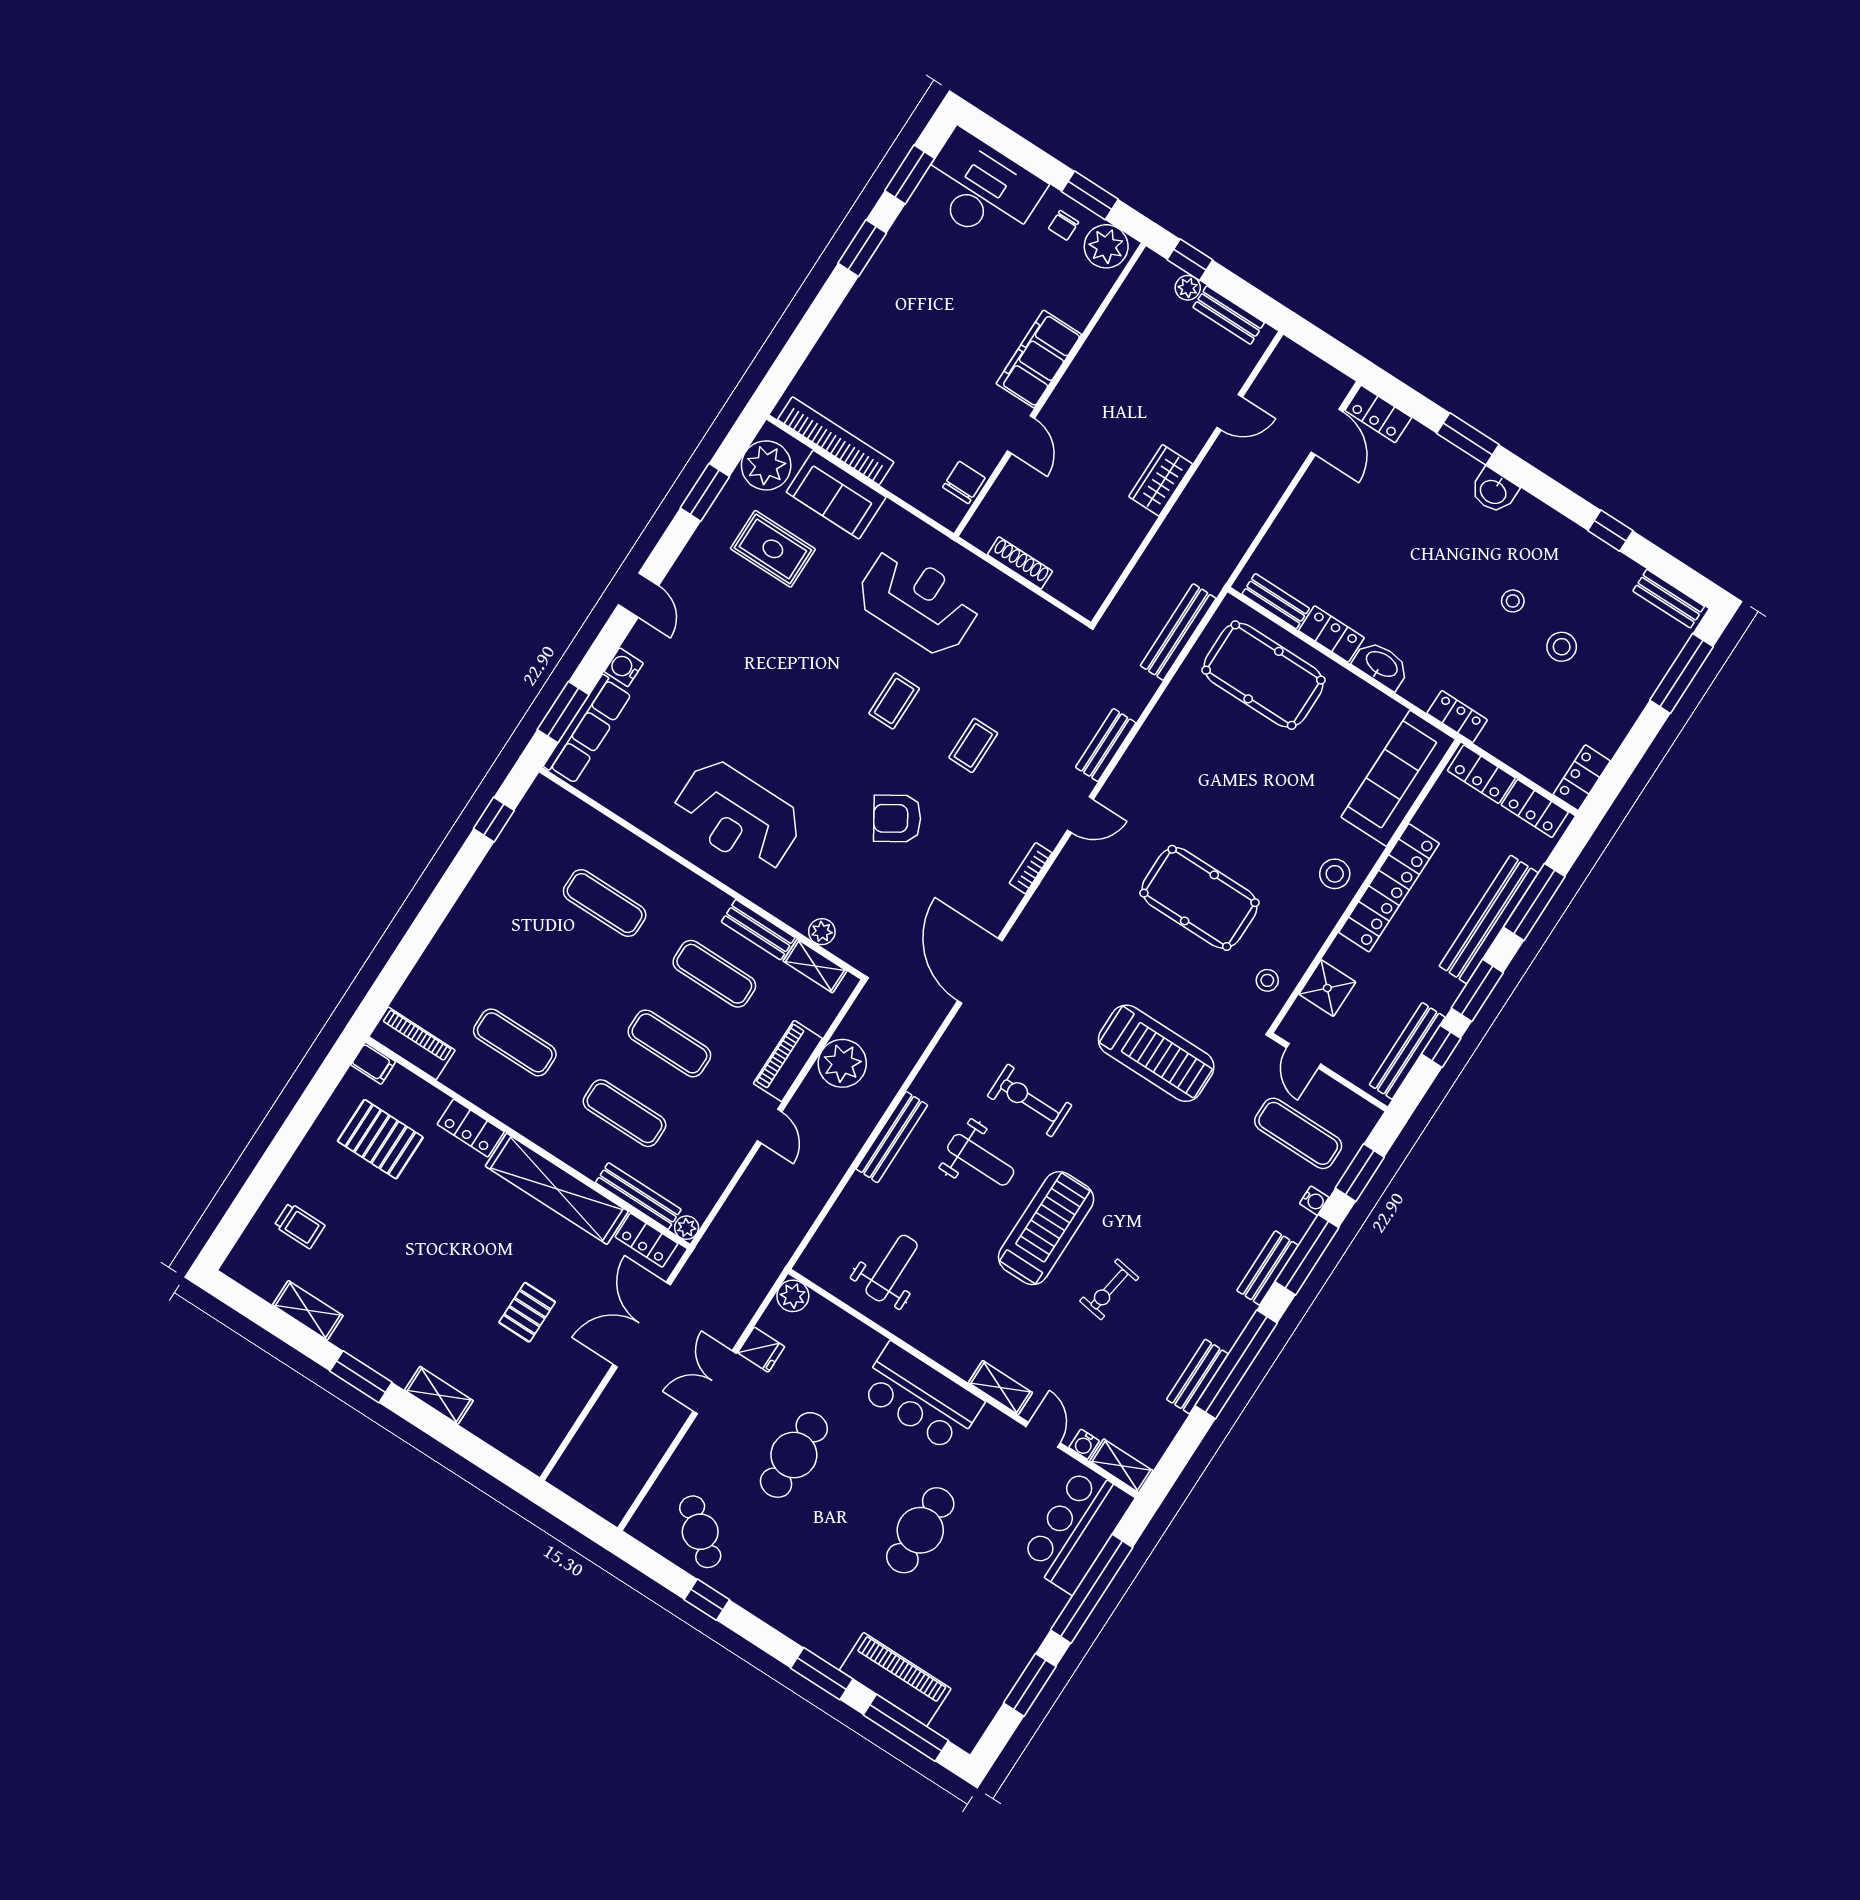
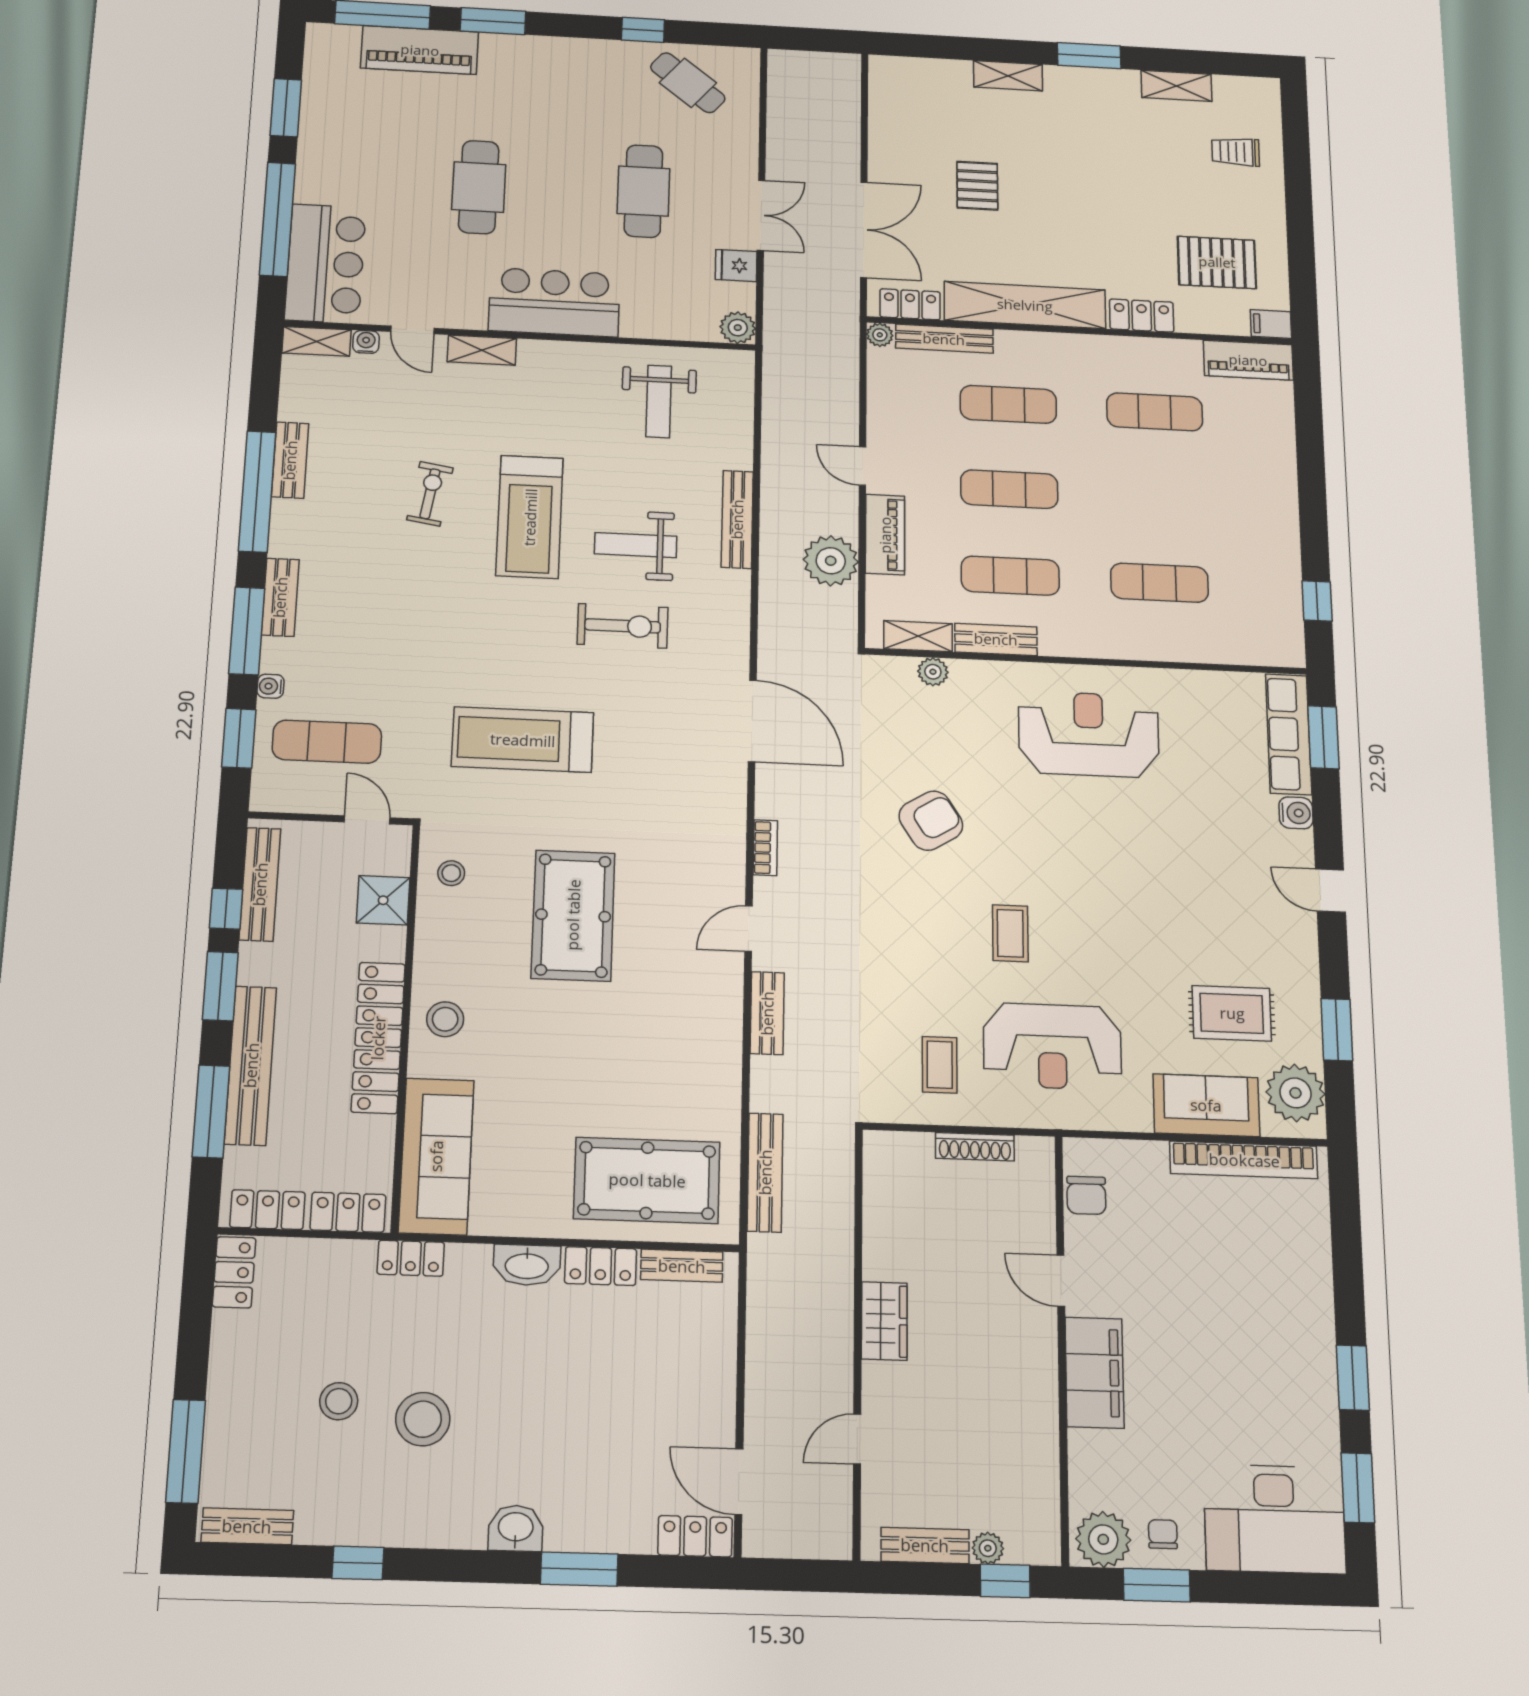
stool: (1513, 601) -> (423, 1419), width x1.89, depth x1.89
coffee table: (973, 745) -> (940, 1065), moved
pool table: (1199, 898) -> (573, 915), turned 90

